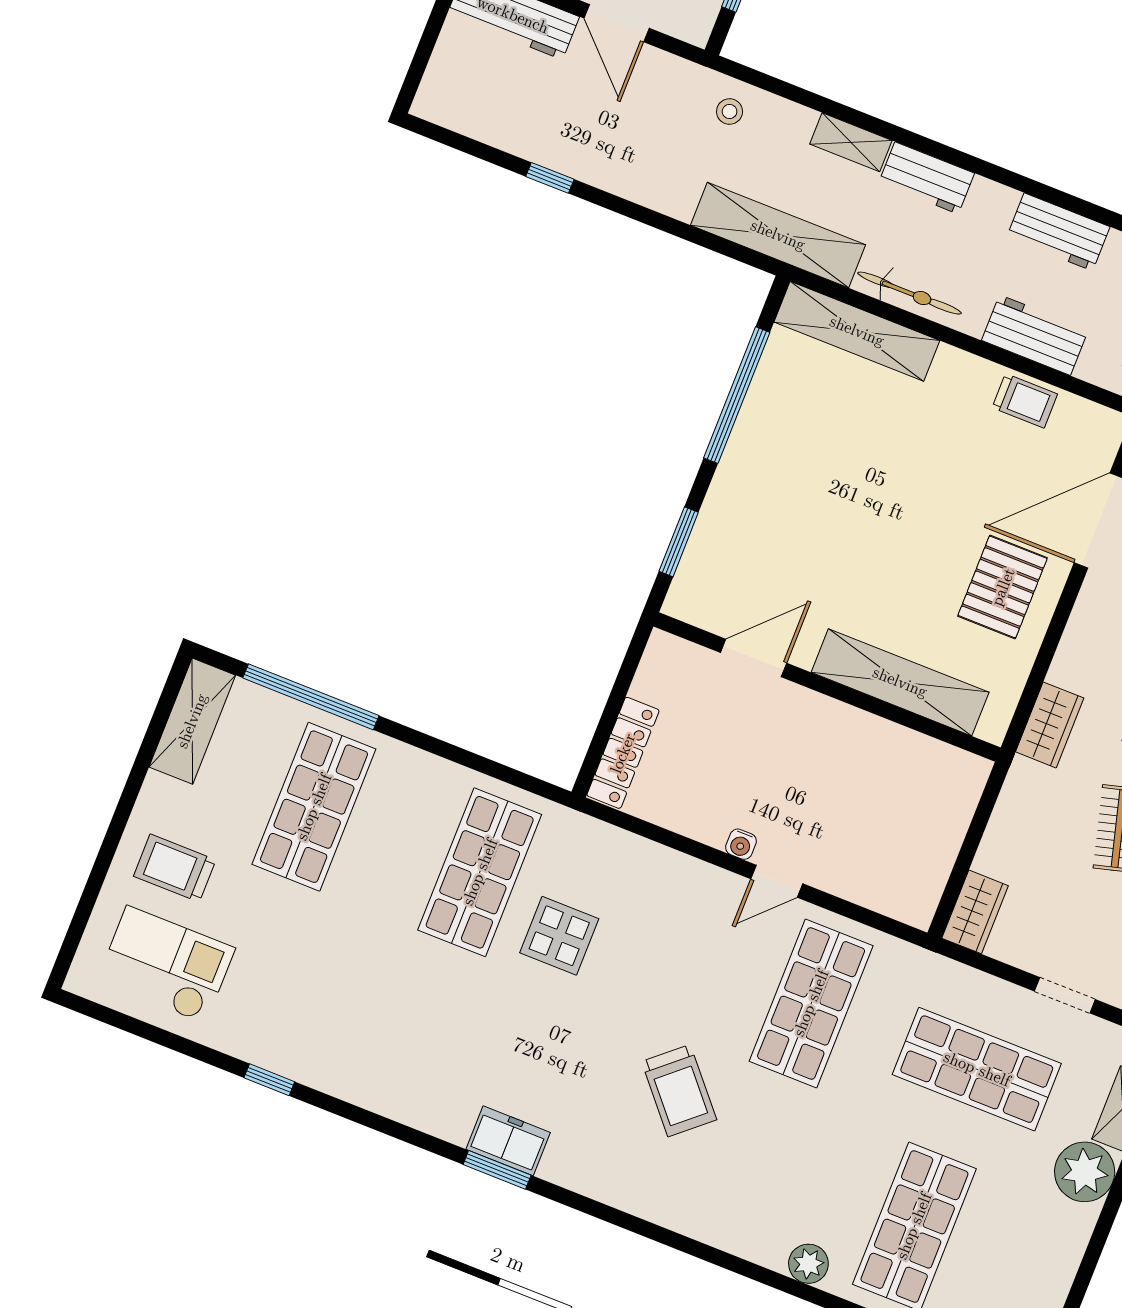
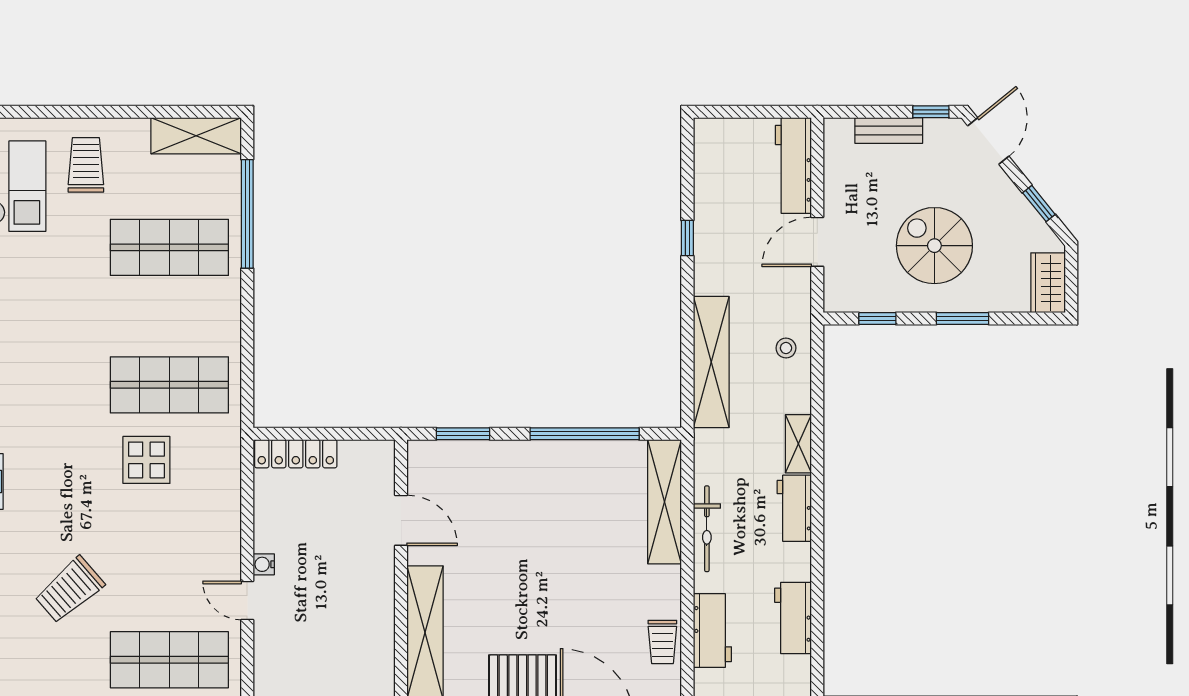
shelving: (778, 235) -> (711, 362), moved

